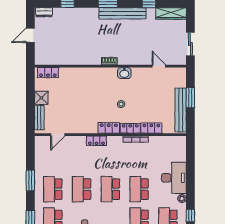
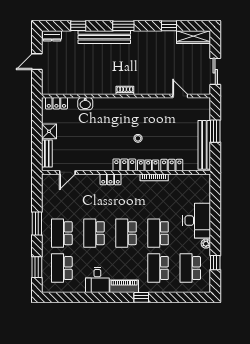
bench: (123, 13) -> (104, 37), moved
washbasin: (124, 73) -> (85, 104), moved

